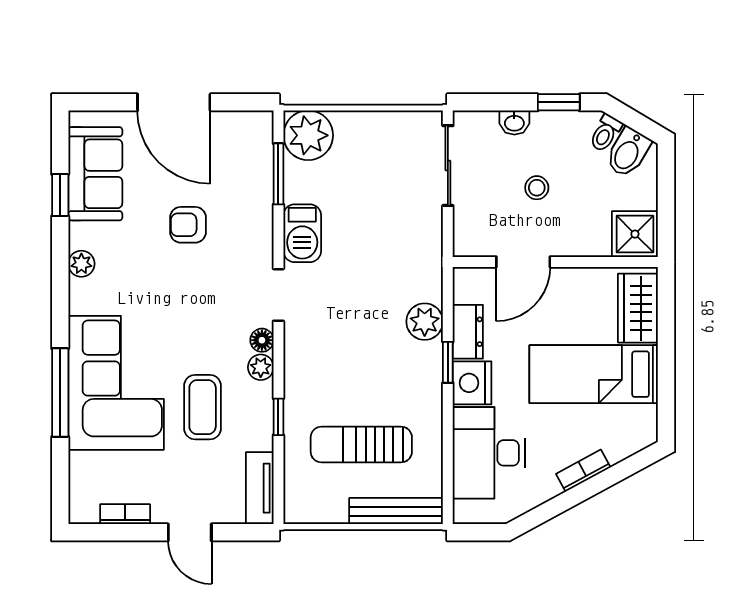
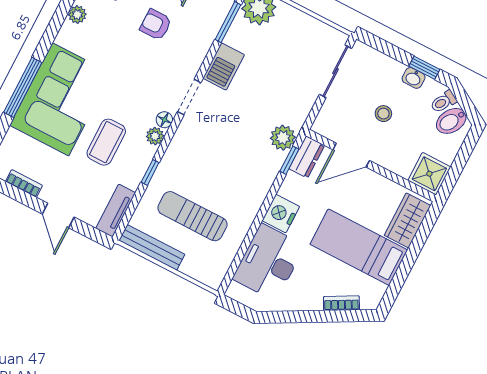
washbasin: (514, 123) -> (414, 78), moved
plant: (425, 322) -> (283, 138), moved
dresser: (468, 332) -> (307, 157), moved
window: (448, 362) -> (289, 160), moved
bookcase: (583, 471) -> (341, 303), moved
bench: (396, 511) -> (152, 247), moved

